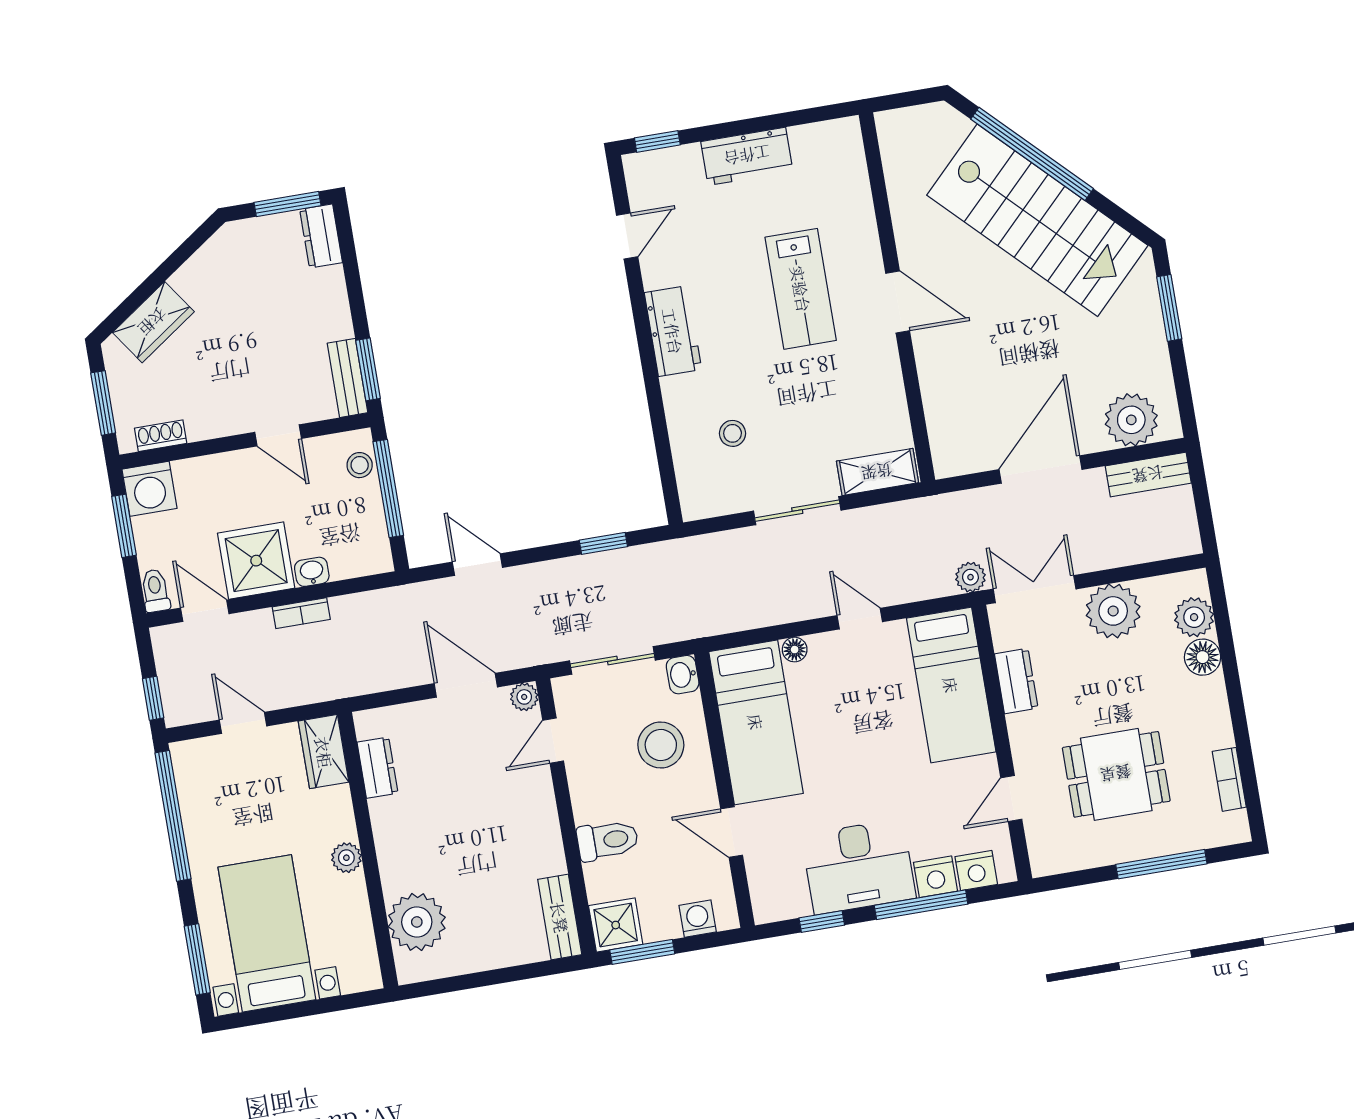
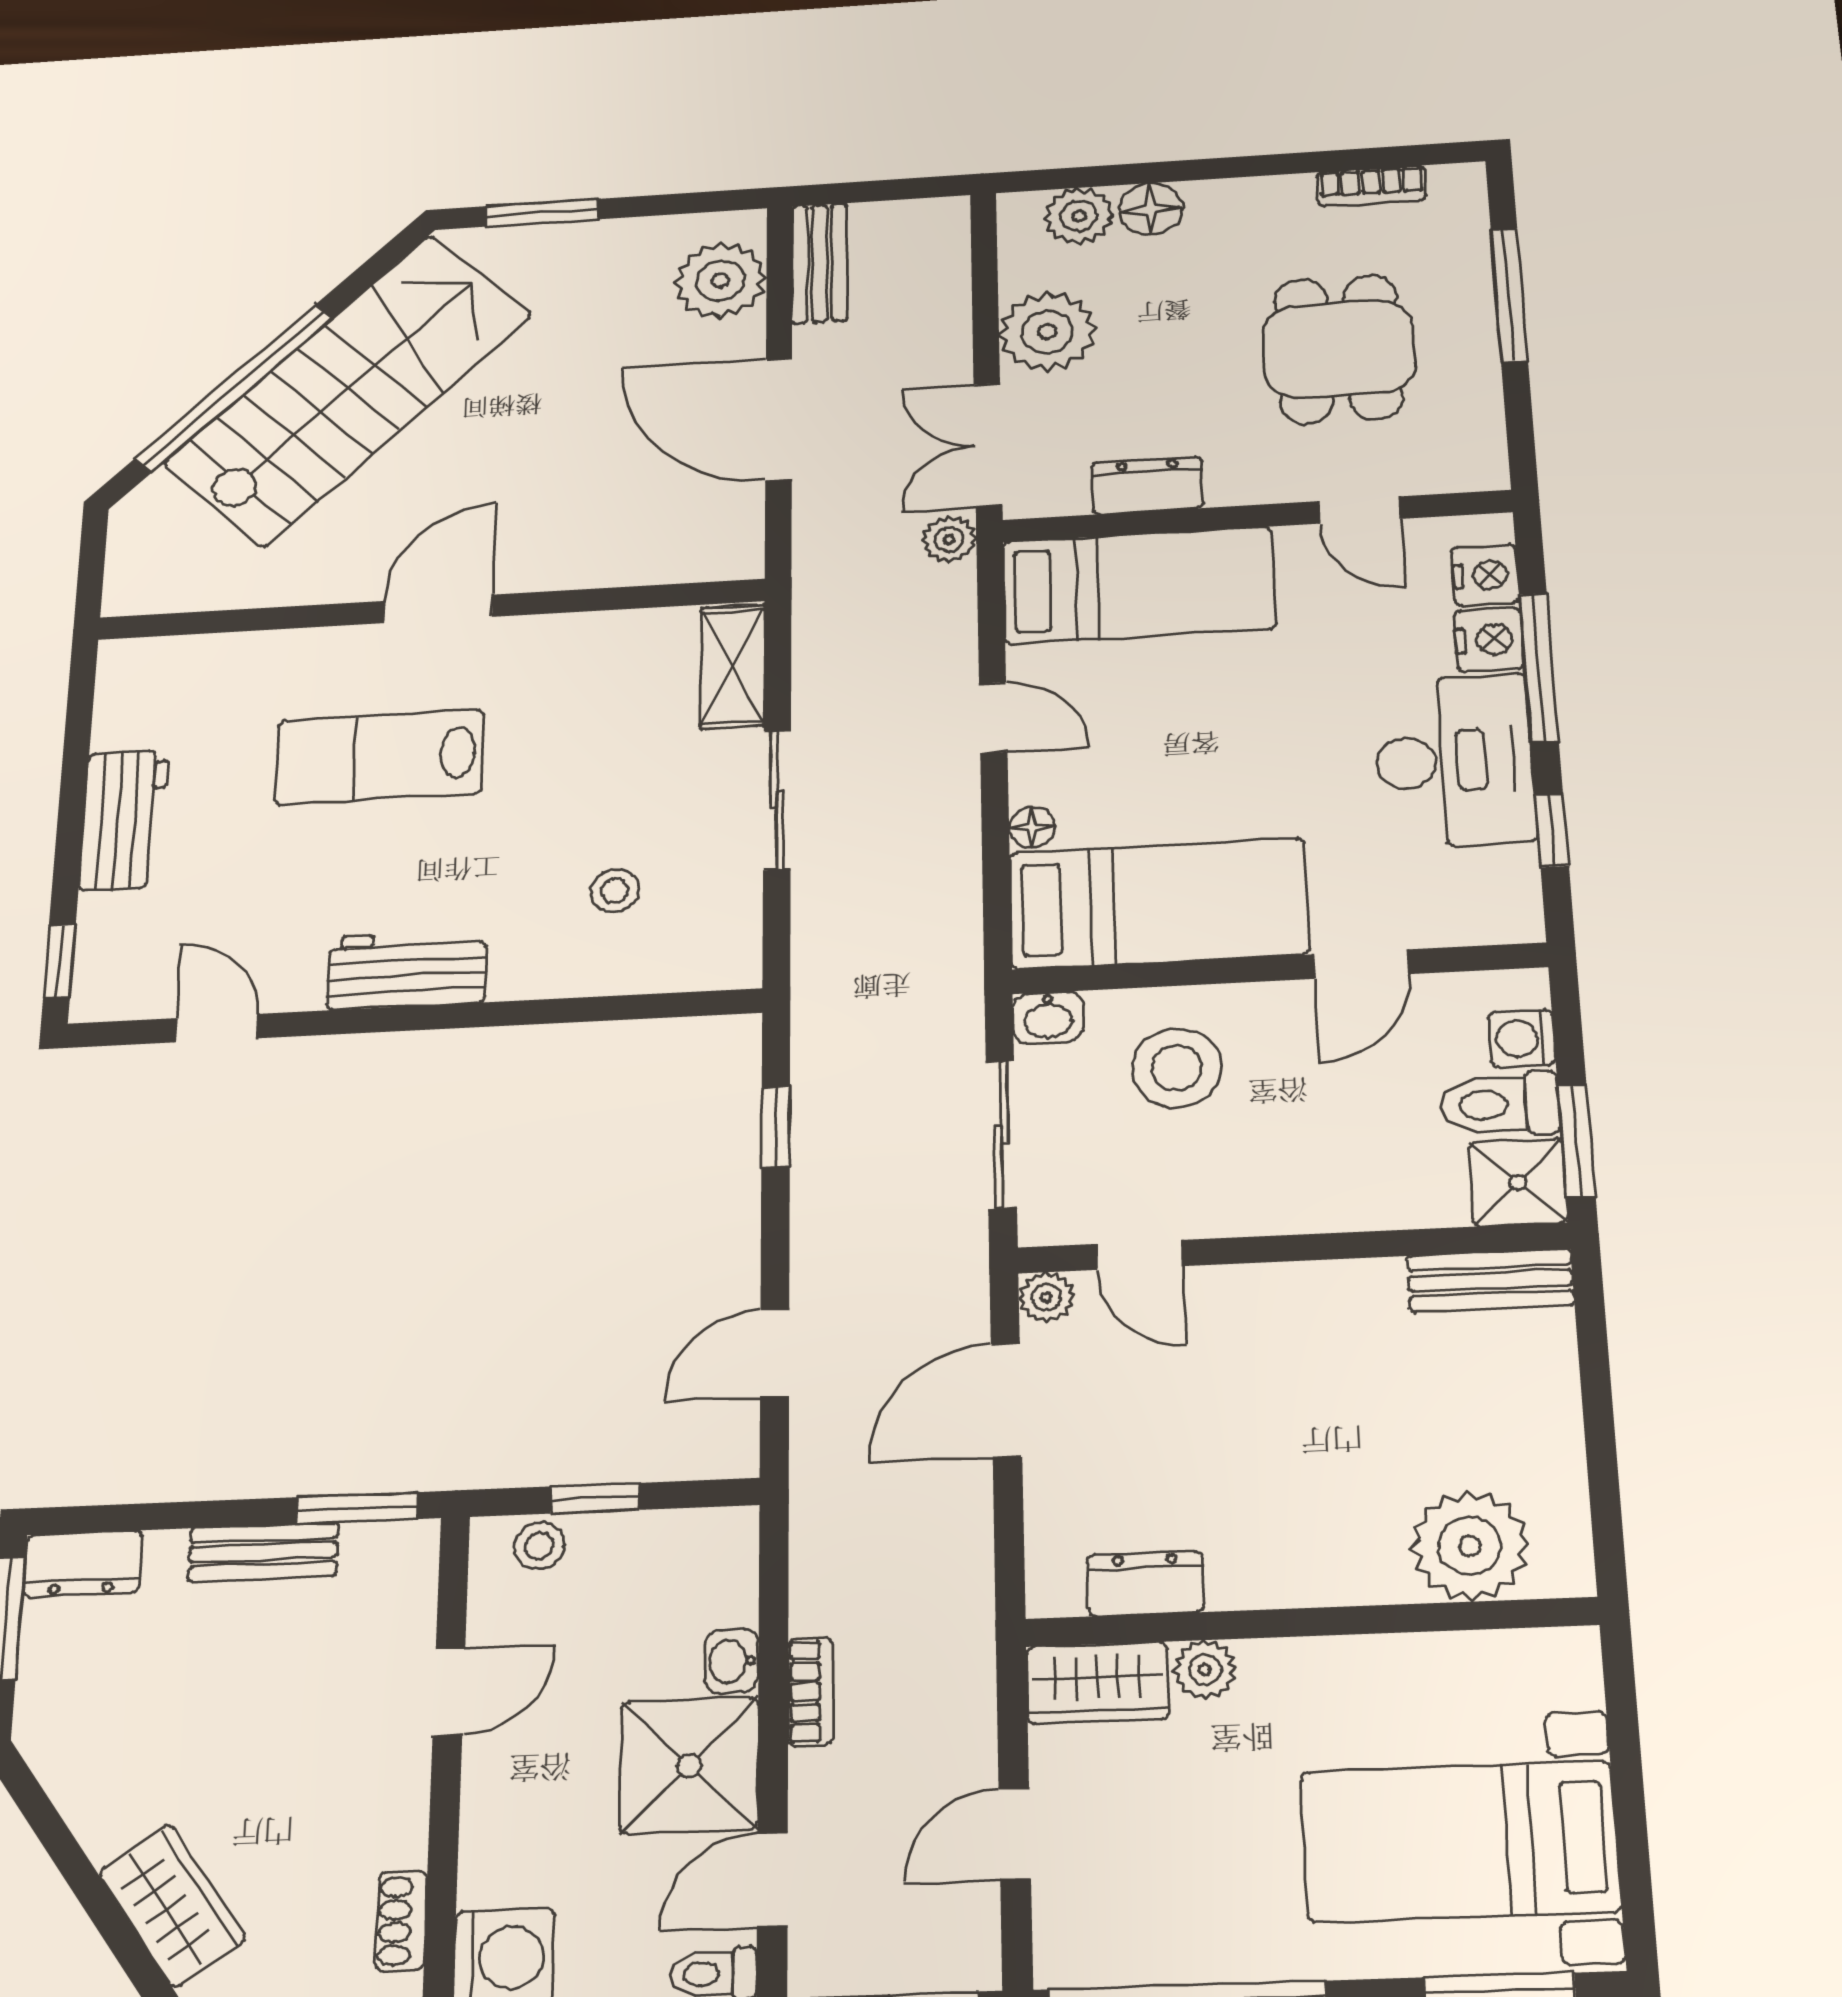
lab bench: (801, 289) -> (379, 757), turned 180
bench: (347, 378) -> (263, 1552), moved
window: (388, 488) -> (595, 1498), width x0.46
door: (860, 619) -> (993, 718), swing flipped
toilet: (608, 840) -> (1500, 1104), moved, turned -90
plant: (346, 858) -> (1205, 1669), moved

